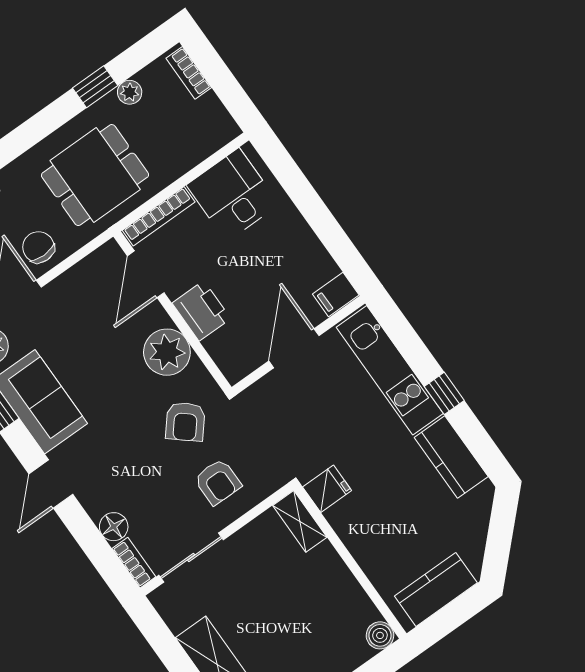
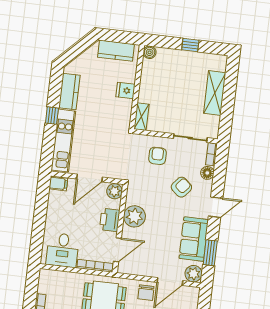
plant: (235, 363) -> (115, 191), added
armchair: (185, 422) -> (181, 187), moved
fridge: (327, 489) -> (125, 90), moved

